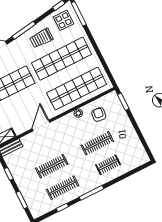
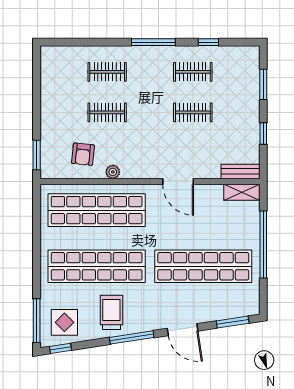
trolley: (41, 38) -> (111, 312), turned -90
door: (41, 126) -> (178, 181), hinge flipped
clothes rail: (97, 143) -> (107, 112), width x0.73
clothes rail: (52, 166) -> (193, 112), width x0.73
clothes rail: (63, 188) -> (193, 72), width x0.73

